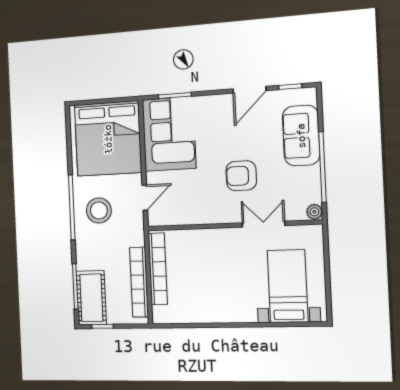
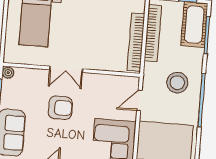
stool: (99, 210) -> (177, 83), moved
double door: (263, 224) -> (66, 69), moved

